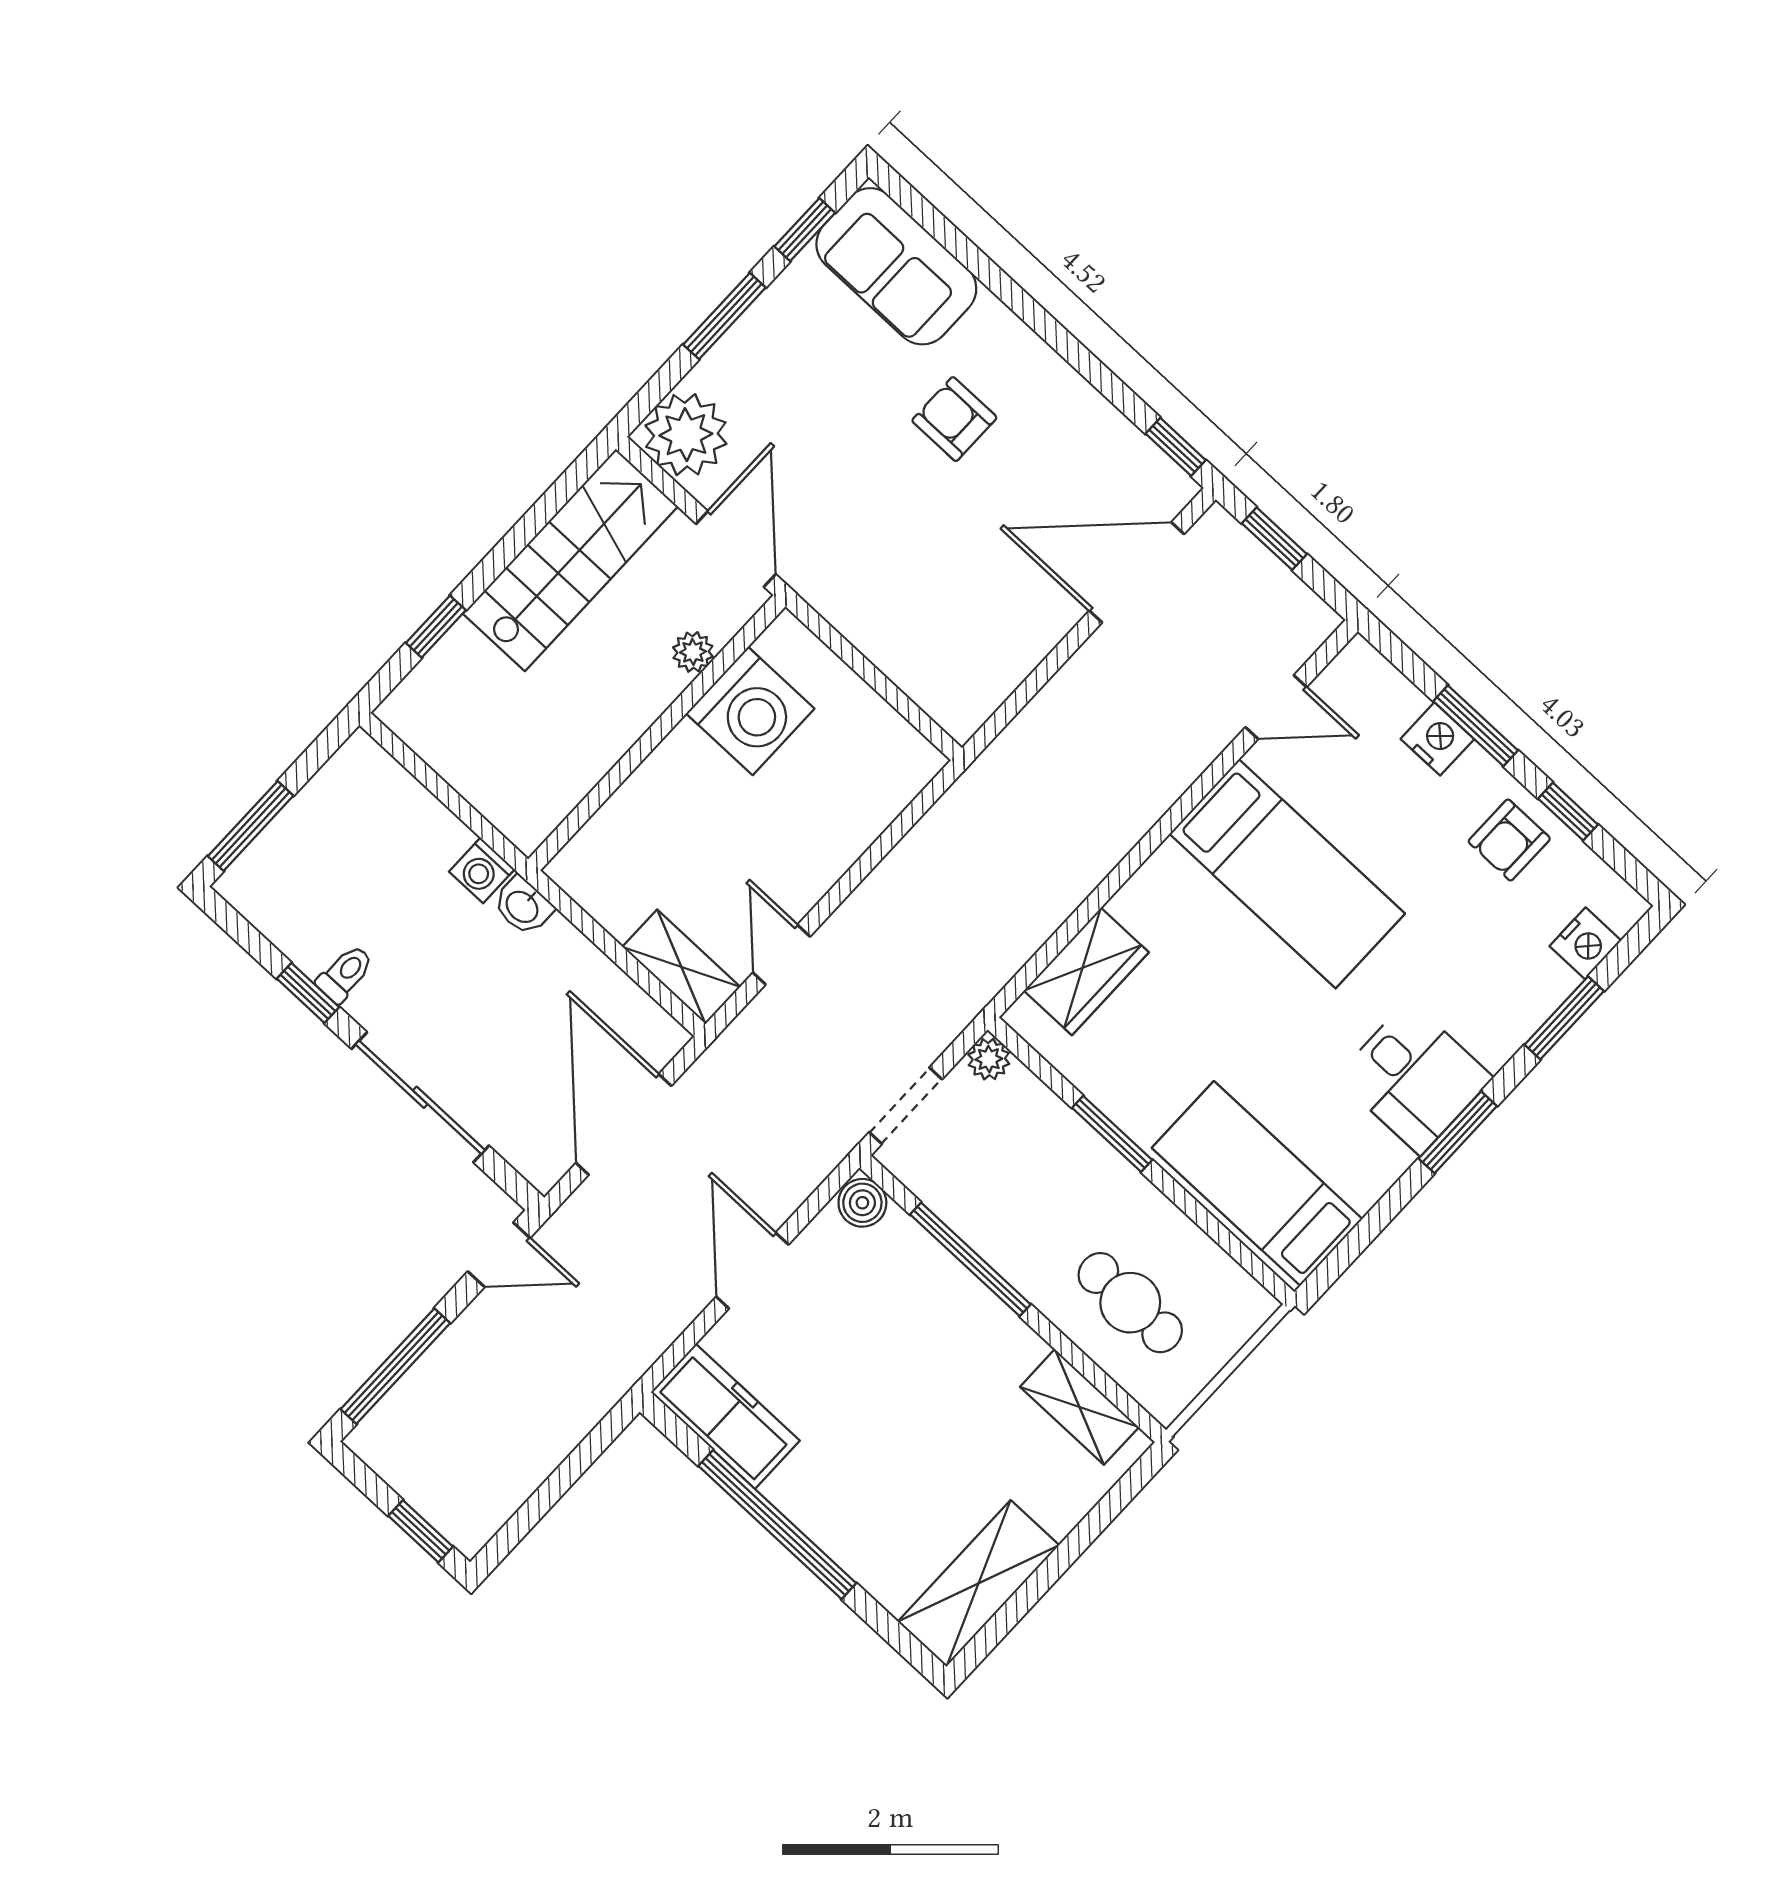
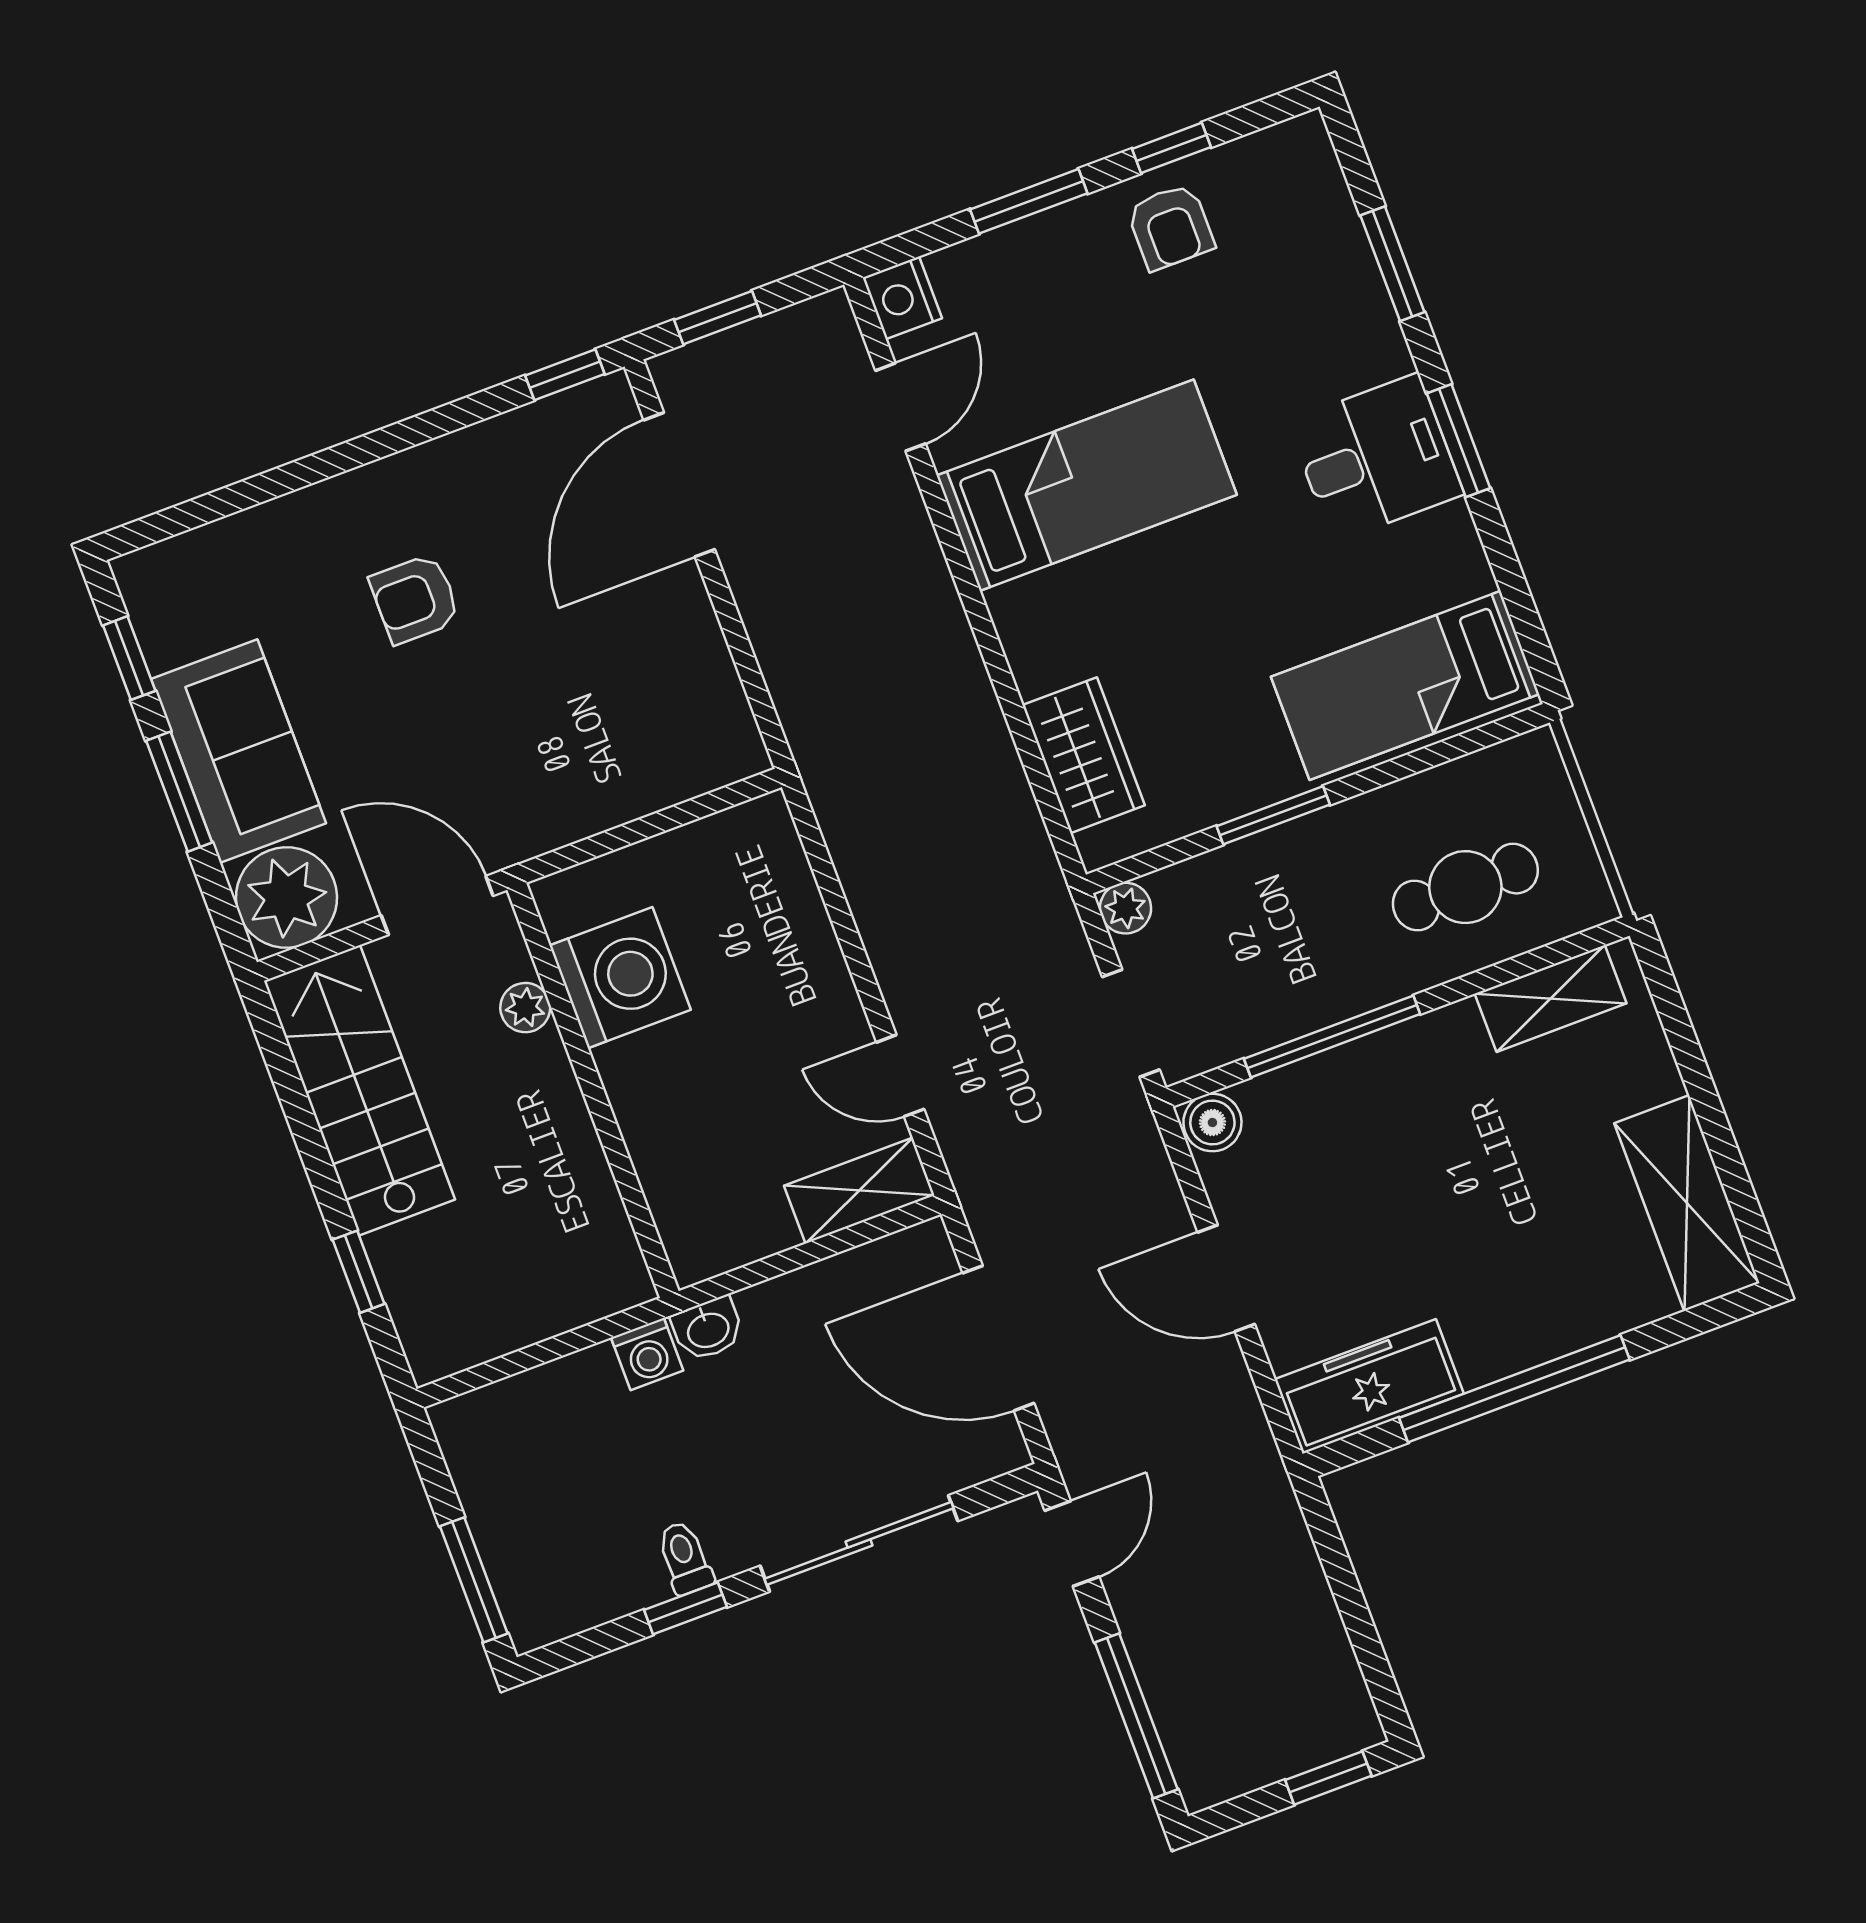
sofa: (896, 266) -> (239, 751), moved, turned -90
nightstand: (1437, 739) -> (902, 298), moved, turned -90
nightstand: (1585, 943) -> (1323, 201), removed

